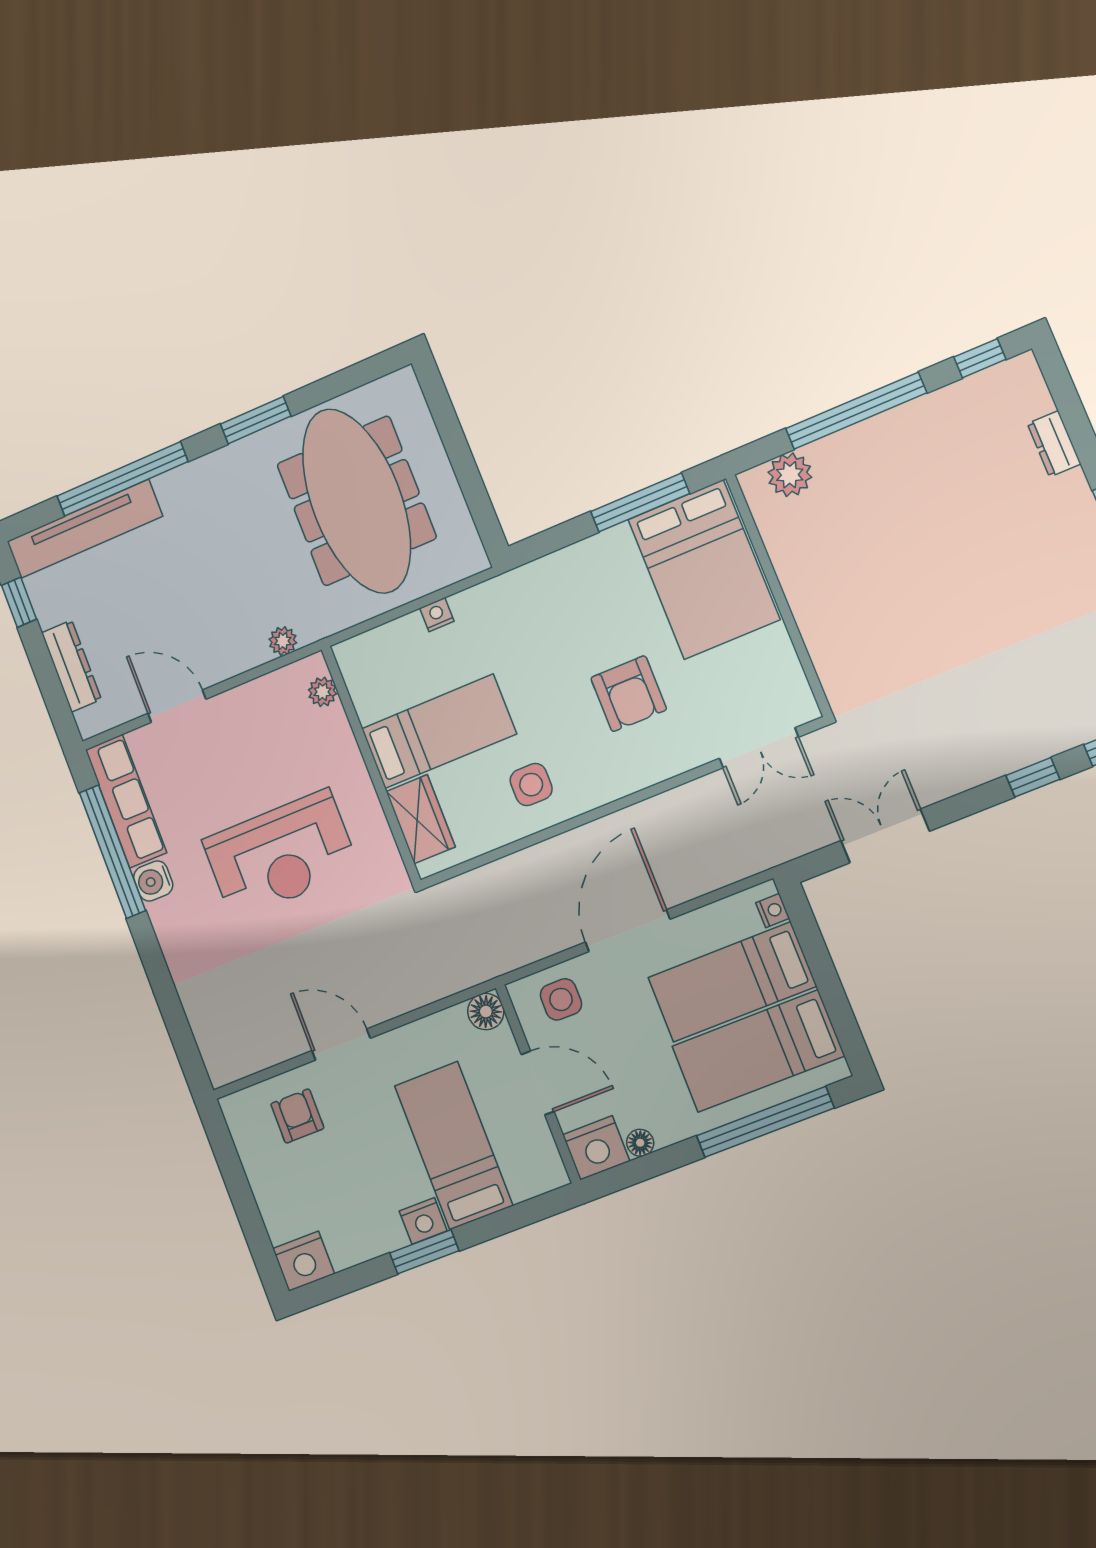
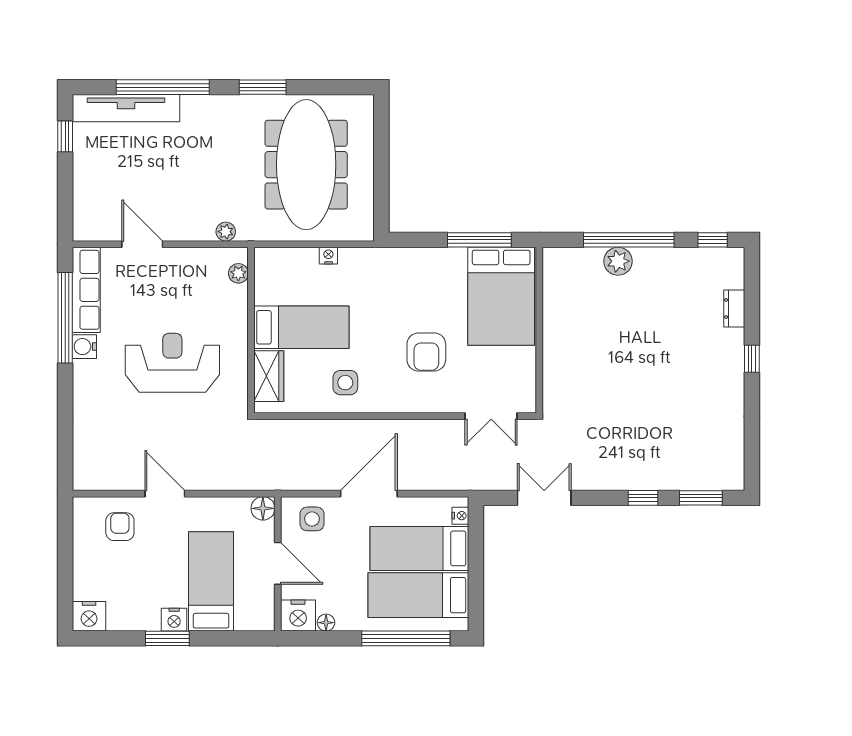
plant: (790, 475) -> (618, 261), moved
dresser: (71, 666) -> (84, 191), removed
reception desk: (281, 855) -> (172, 363), turned 180

